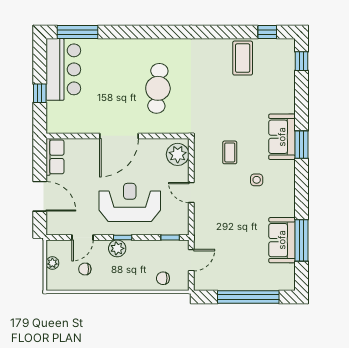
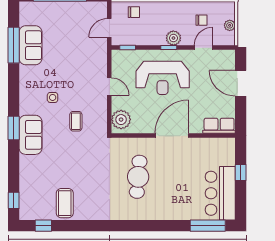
row of seats: (55, 157) -> (219, 126), moved, turned 90

